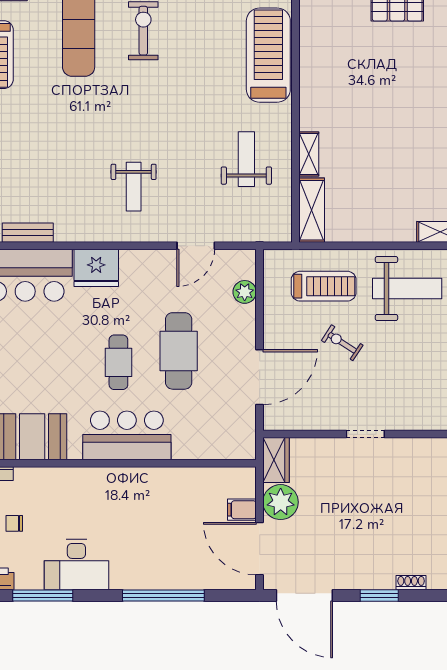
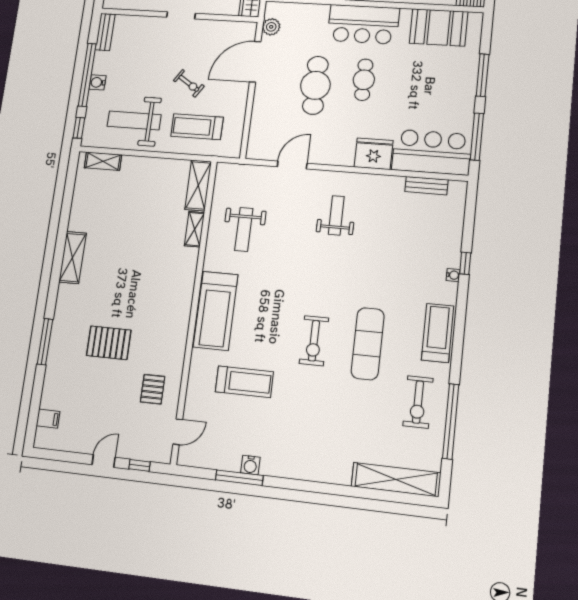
plant: (245, 292) -> (271, 27), moved

